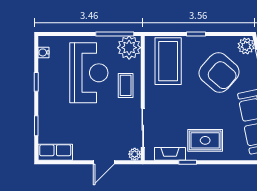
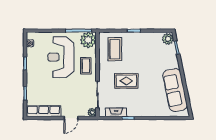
coffee table: (168, 61) -> (115, 49), width x0.73, depth x0.76
armchair: (219, 72) -> (149, 57), removed
reception desk: (89, 73) -> (61, 57), turned 180
rug: (205, 140) -> (126, 81), moved
row of seats: (55, 152) -> (44, 111), width x1.48

